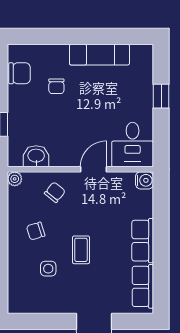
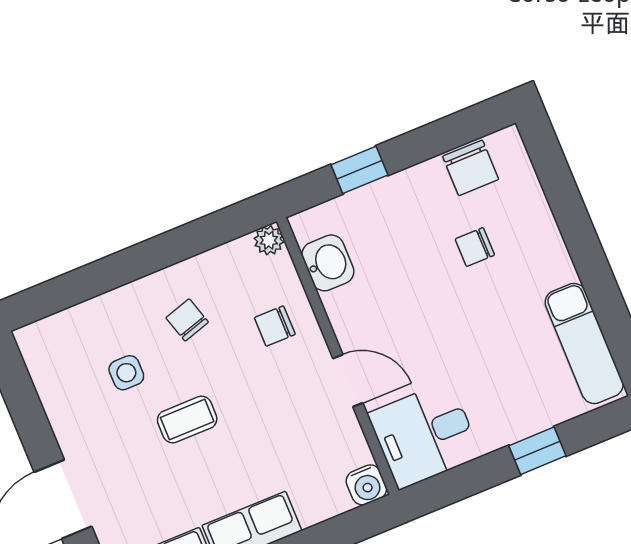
exam couch: (99, 55) -> (584, 343), moved
chair: (55, 192) -> (275, 326), turned 141

